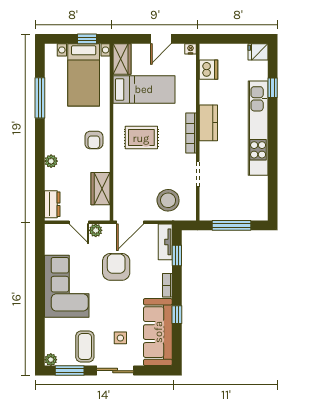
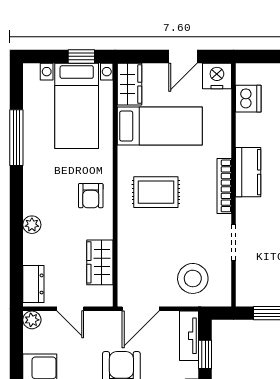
nightstand: (191, 49) -> (217, 76), width x1.89, depth x1.79
plant: (96, 230) -> (32, 320), moved

